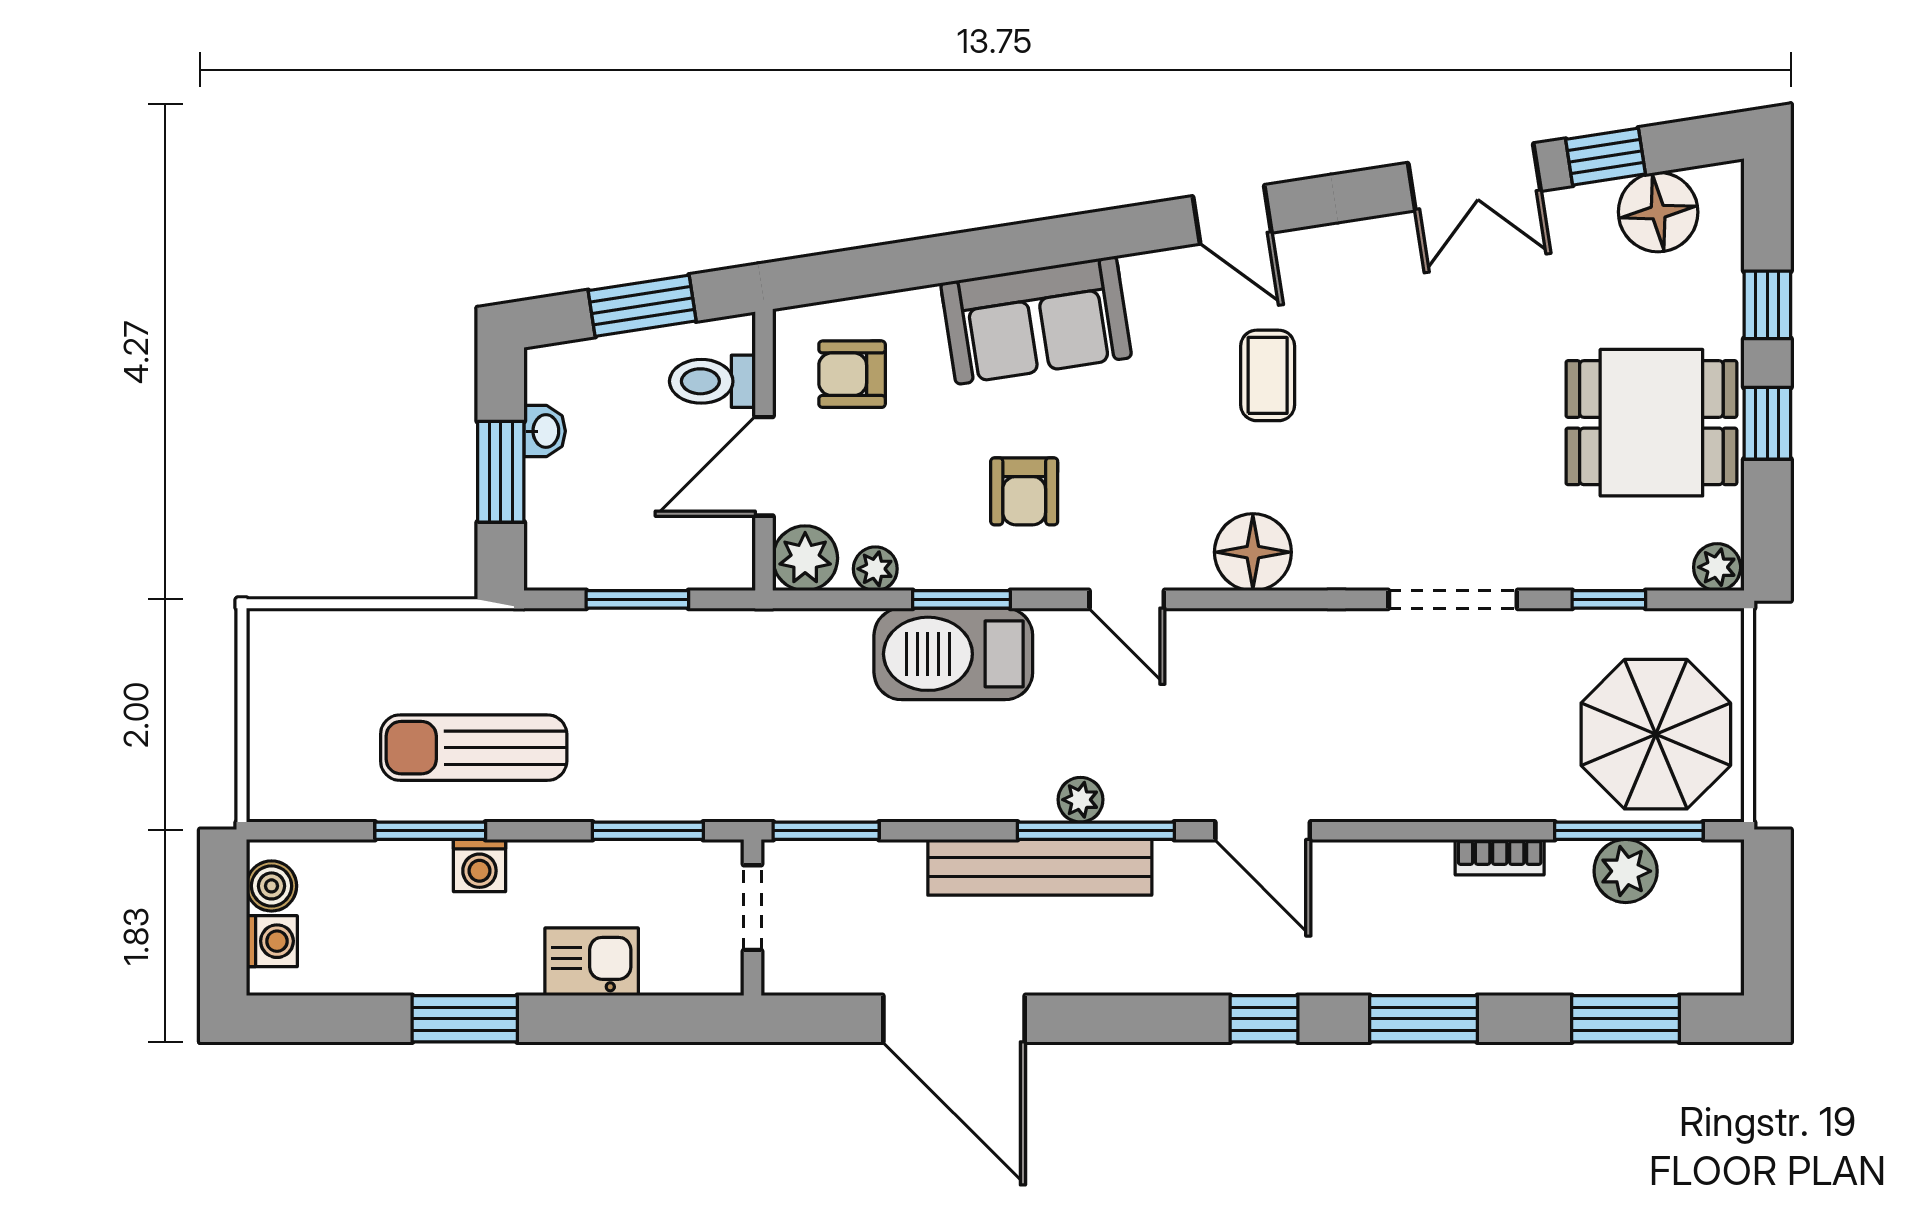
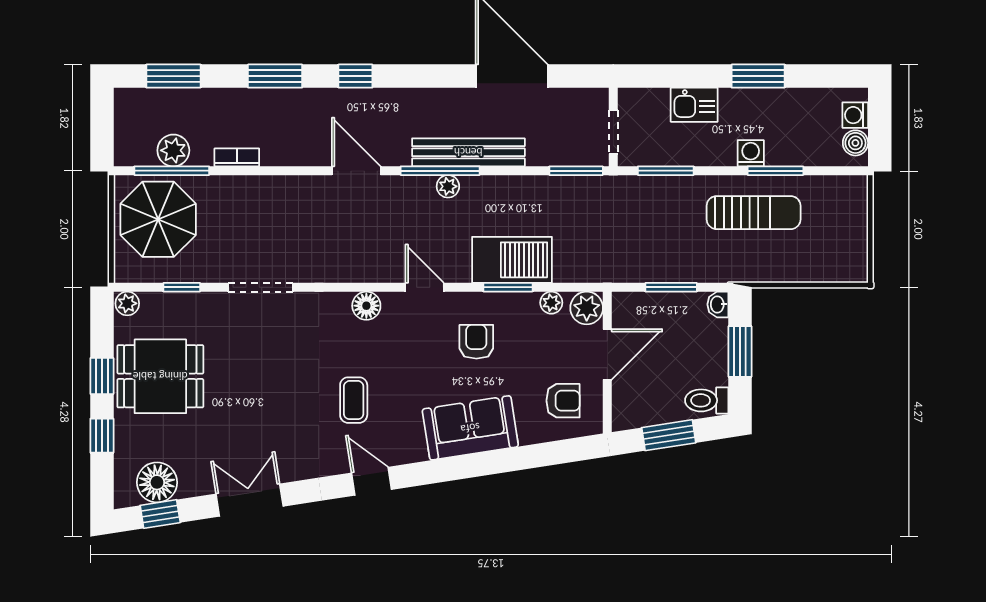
window: (1605, 157) -> (160, 514), moved
toilet: (712, 381) -> (707, 400), moved, turned 180
washbasin: (545, 431) -> (718, 304), moved
floor lamp: (1253, 552) -> (366, 306), width x0.73, depth x0.73

